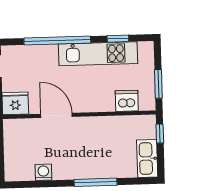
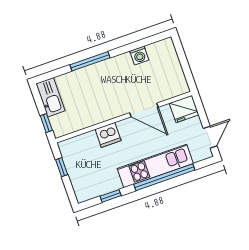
kitchen unit: (98, 54) -> (155, 166), moved
window: (158, 84) -> (62, 167), width x0.67
dishwasher: (127, 101) -> (108, 135), moved

